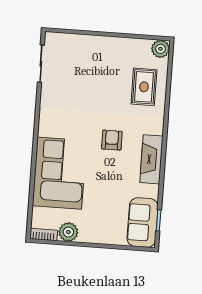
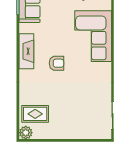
rug: (144, 87) -> (35, 114), moved, turned 90
armchair: (112, 140) -> (56, 63), turned -90

